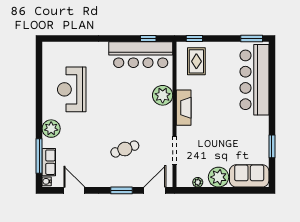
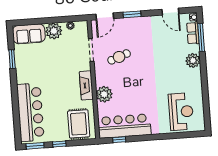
window: (194, 38) -> (59, 144), moved
rug: (196, 61) -> (79, 124), width x1.36, depth x1.43
reception desk: (72, 89) -> (181, 112), moved
cafe table: (125, 149) -> (119, 57), moved

